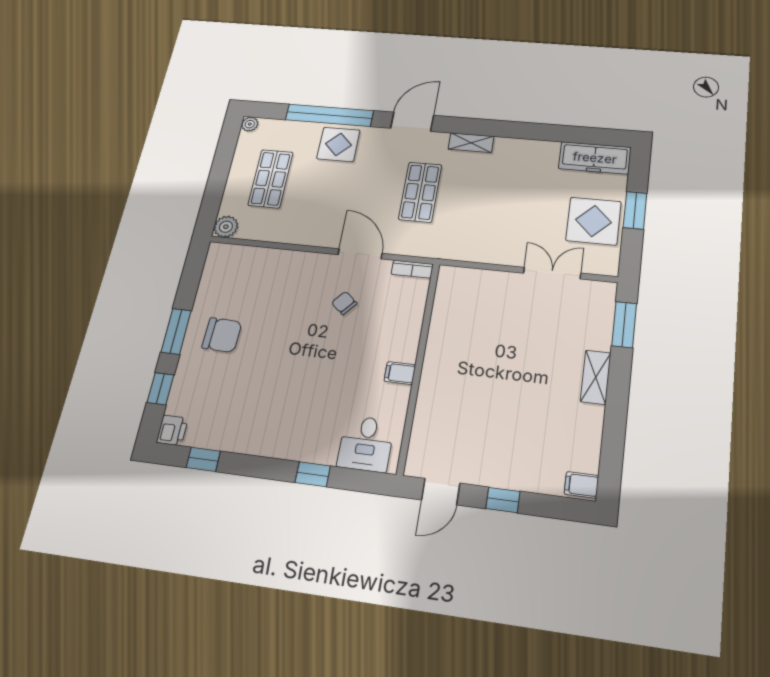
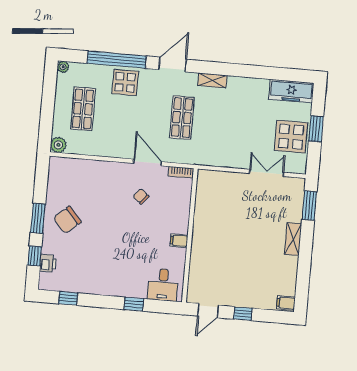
chair: (222, 335) -> (67, 220), turned 137
printer: (172, 430) -> (48, 263), moved

